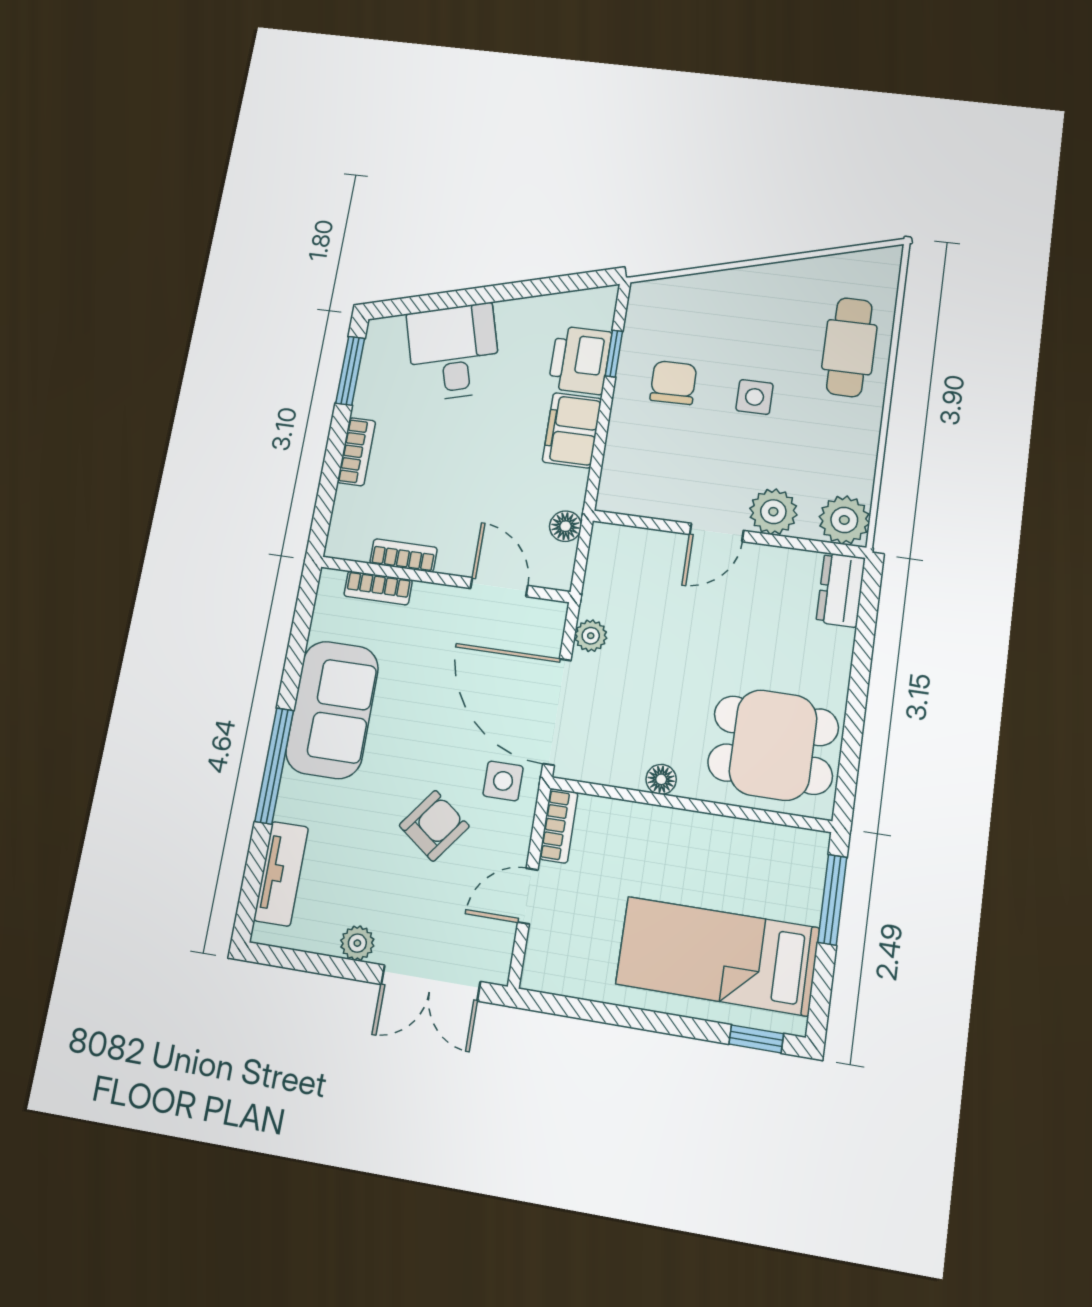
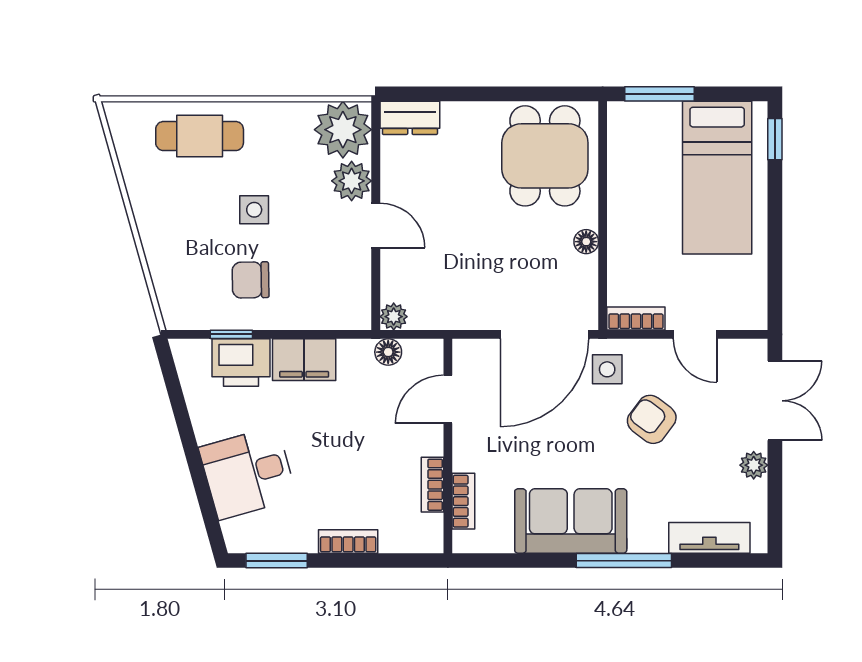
plant: (844, 520) -> (343, 130), width x1.36, depth x1.36
plant: (591, 636) -> (394, 317), moved

